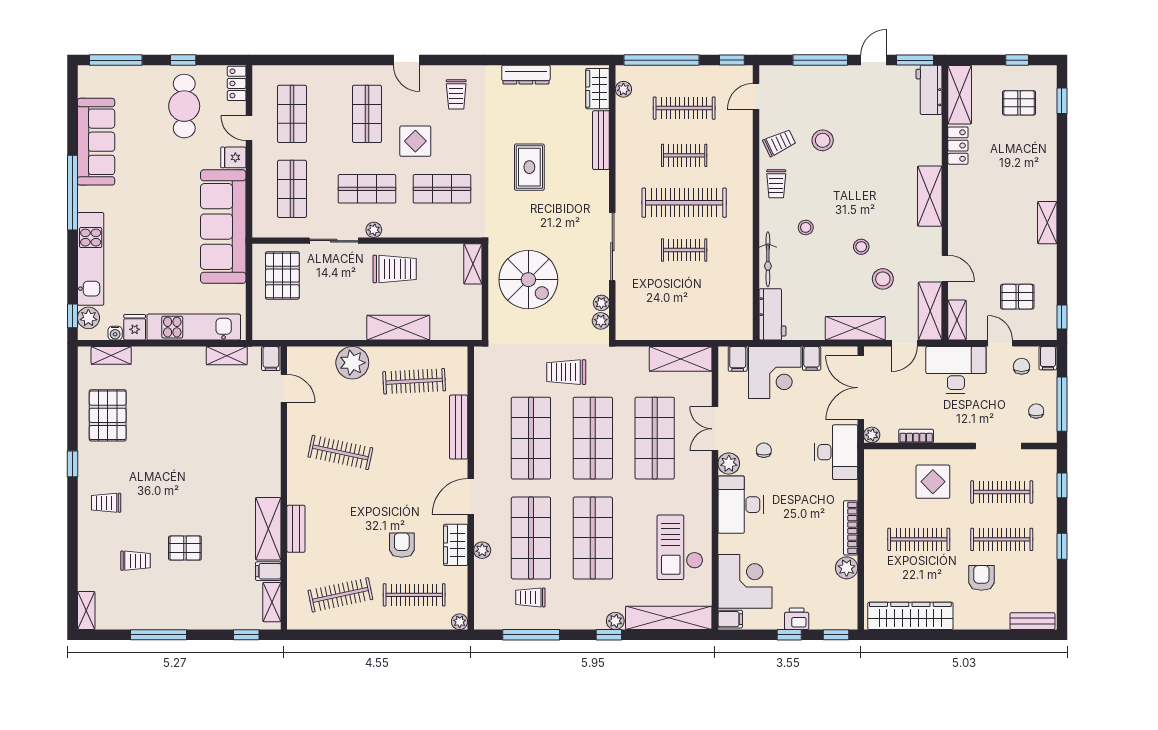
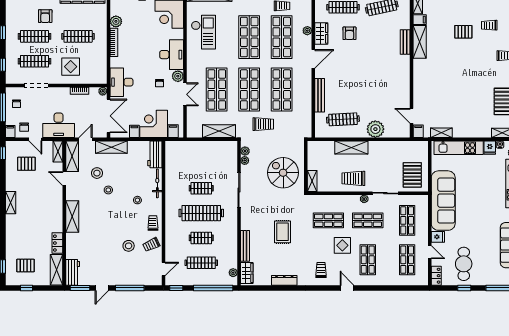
shelving: (681, 359) -> (219, 131), moved
clothes rail: (340, 452) -> (382, 82), removed

